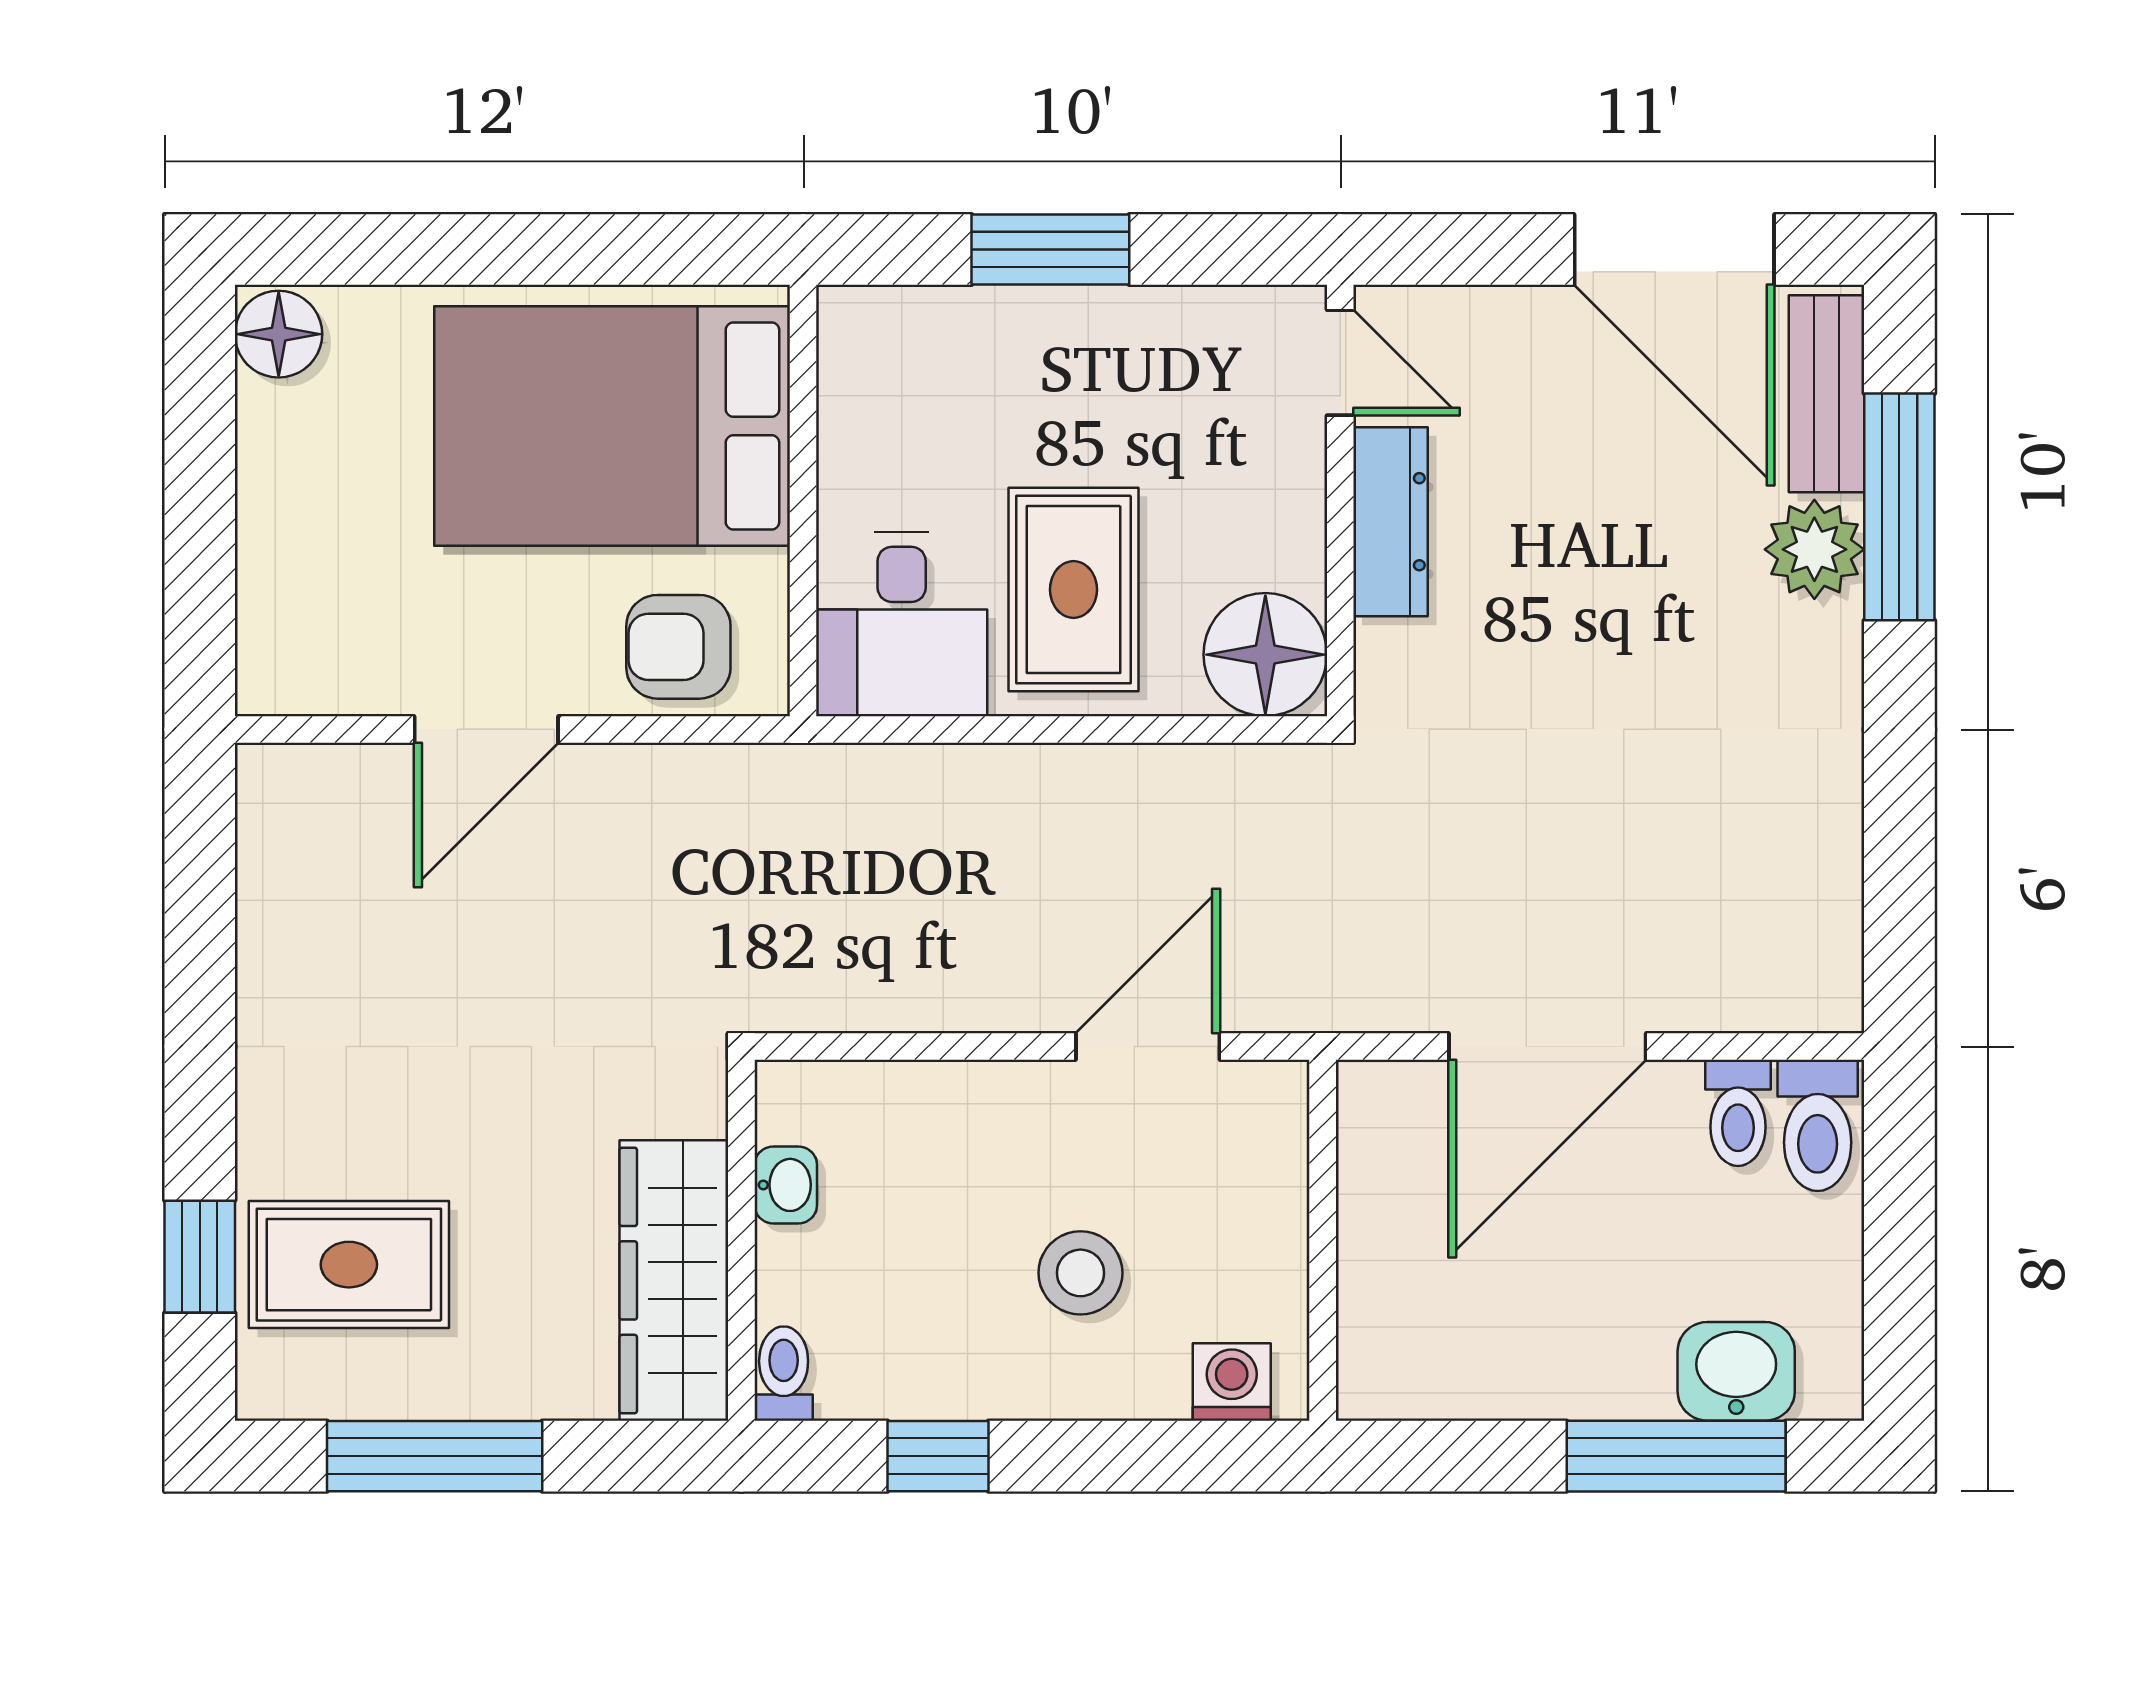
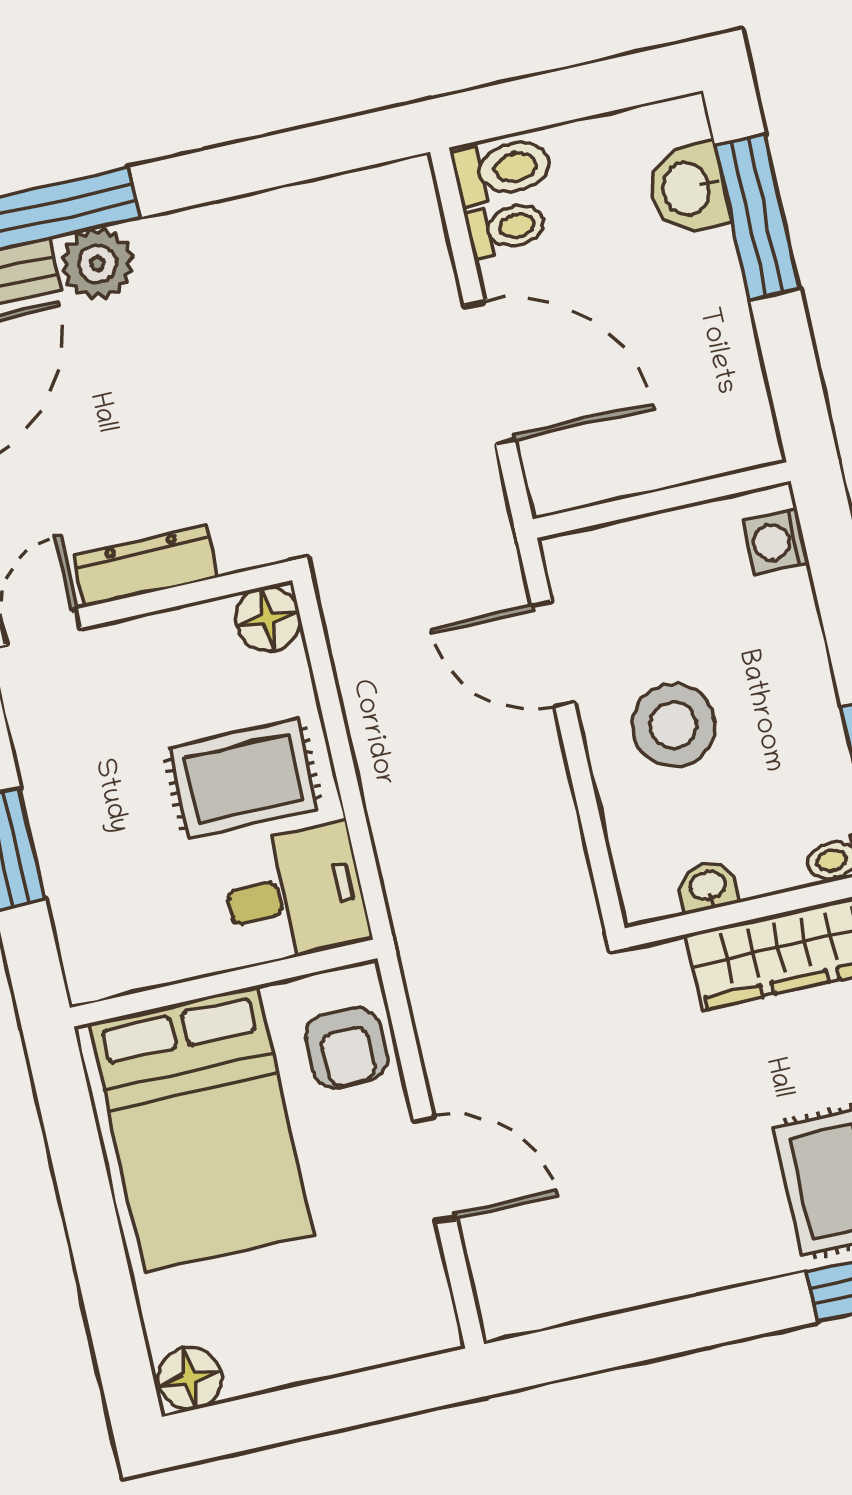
floor lamp: (1265, 655) -> (268, 619), width x0.73, depth x0.73
stool: (1080, 1273) -> (673, 725), moved, width x1.38, depth x1.38

